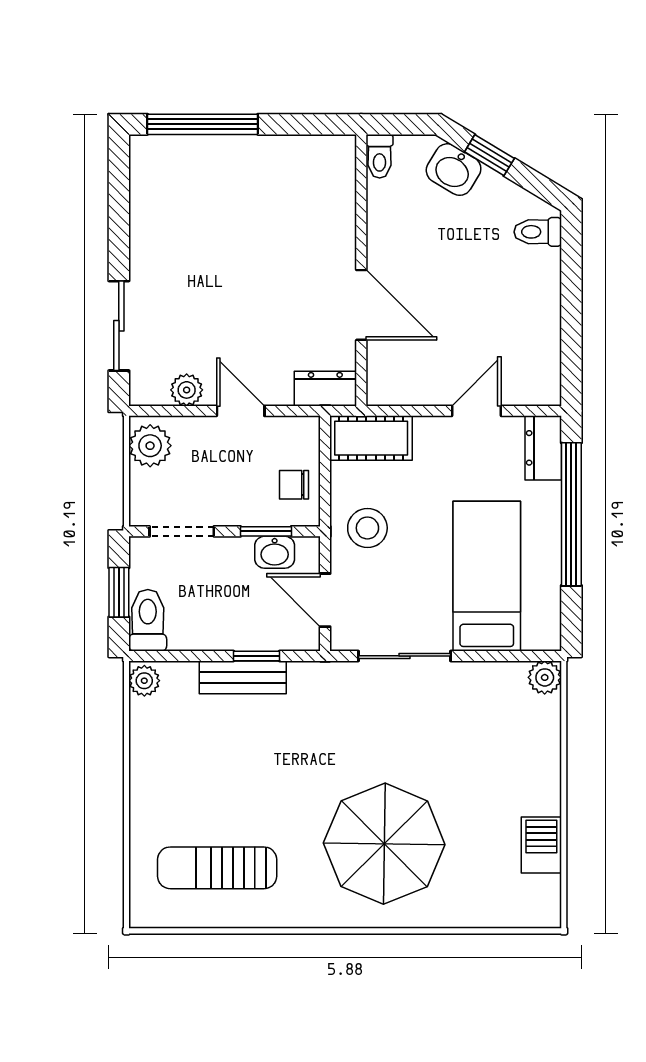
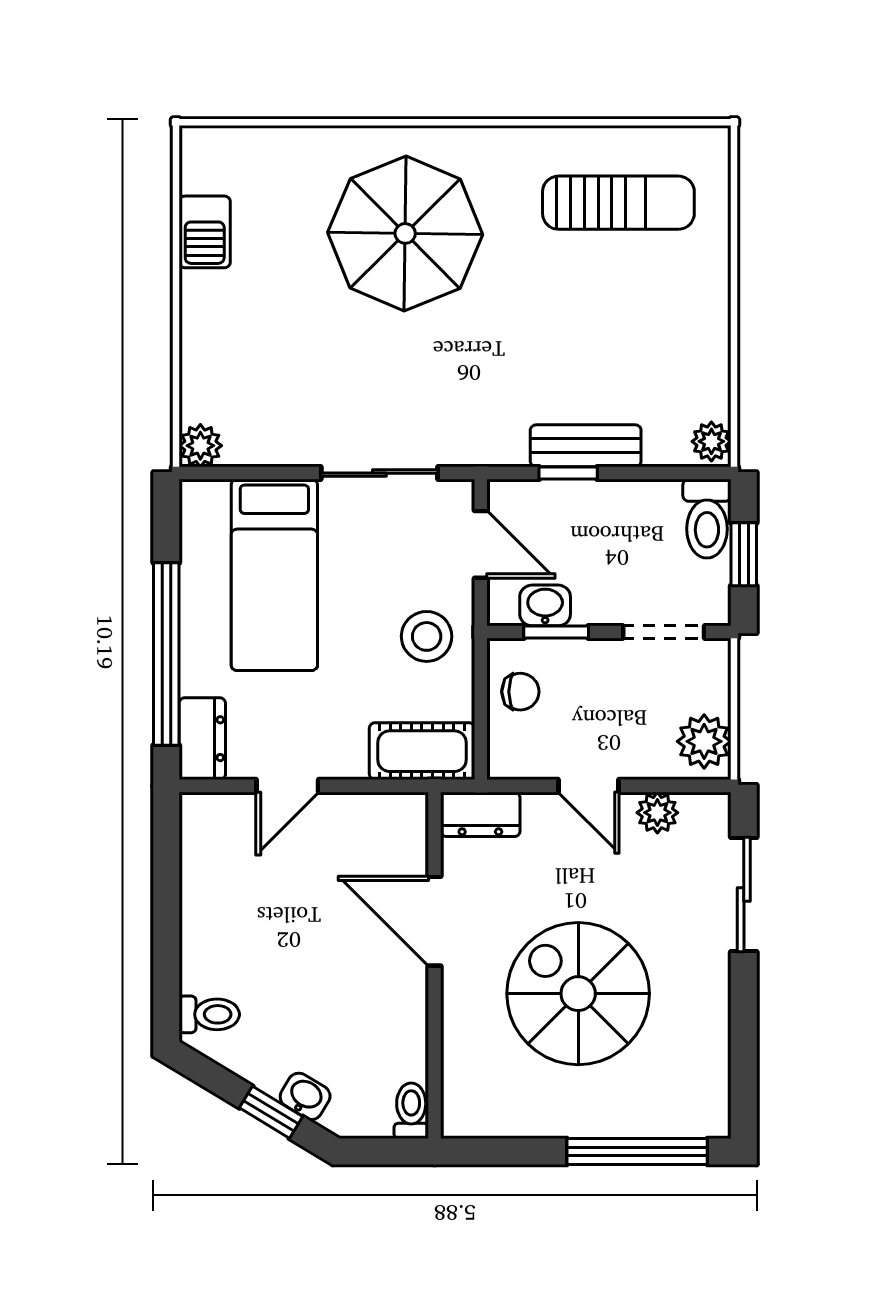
washbasin: (454, 170) -> (305, 1096), width x0.72, depth x0.69
spiral stairs: (249, 248) -> (578, 994), added

